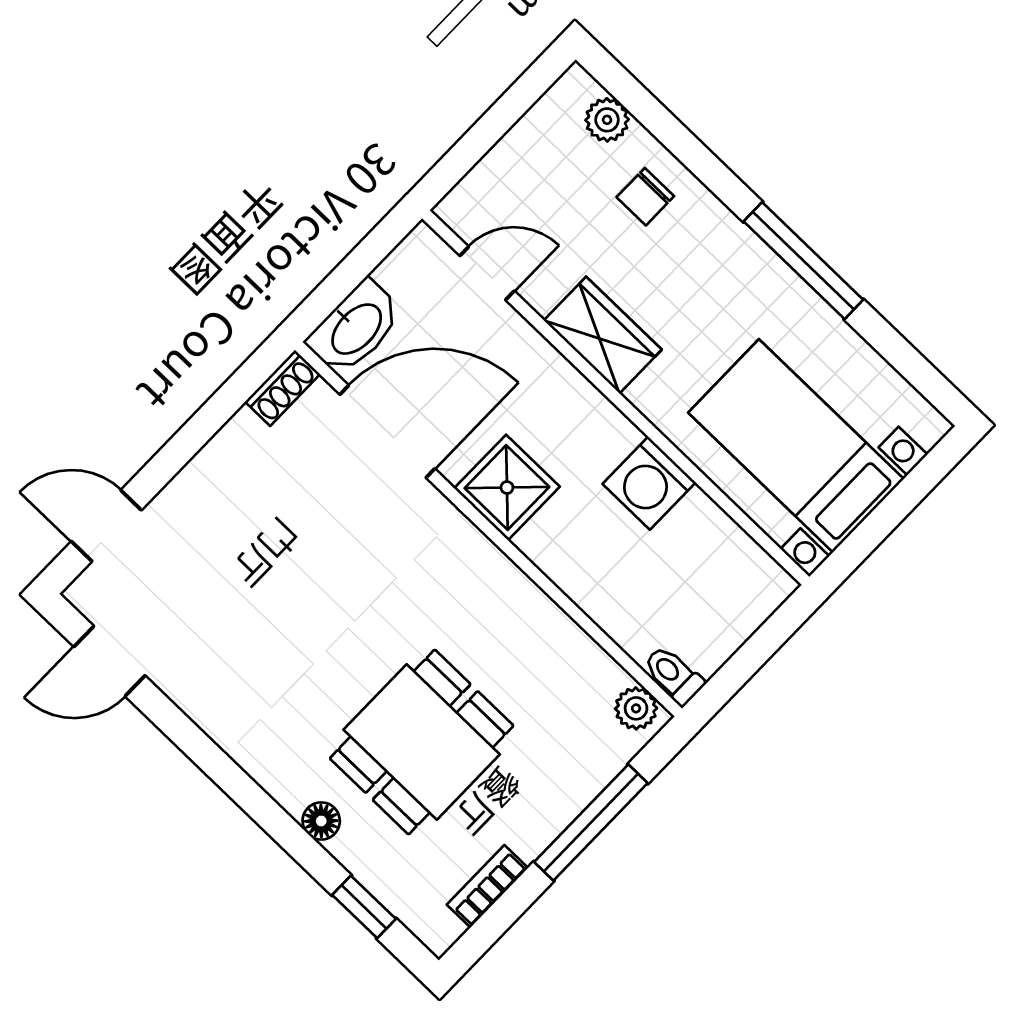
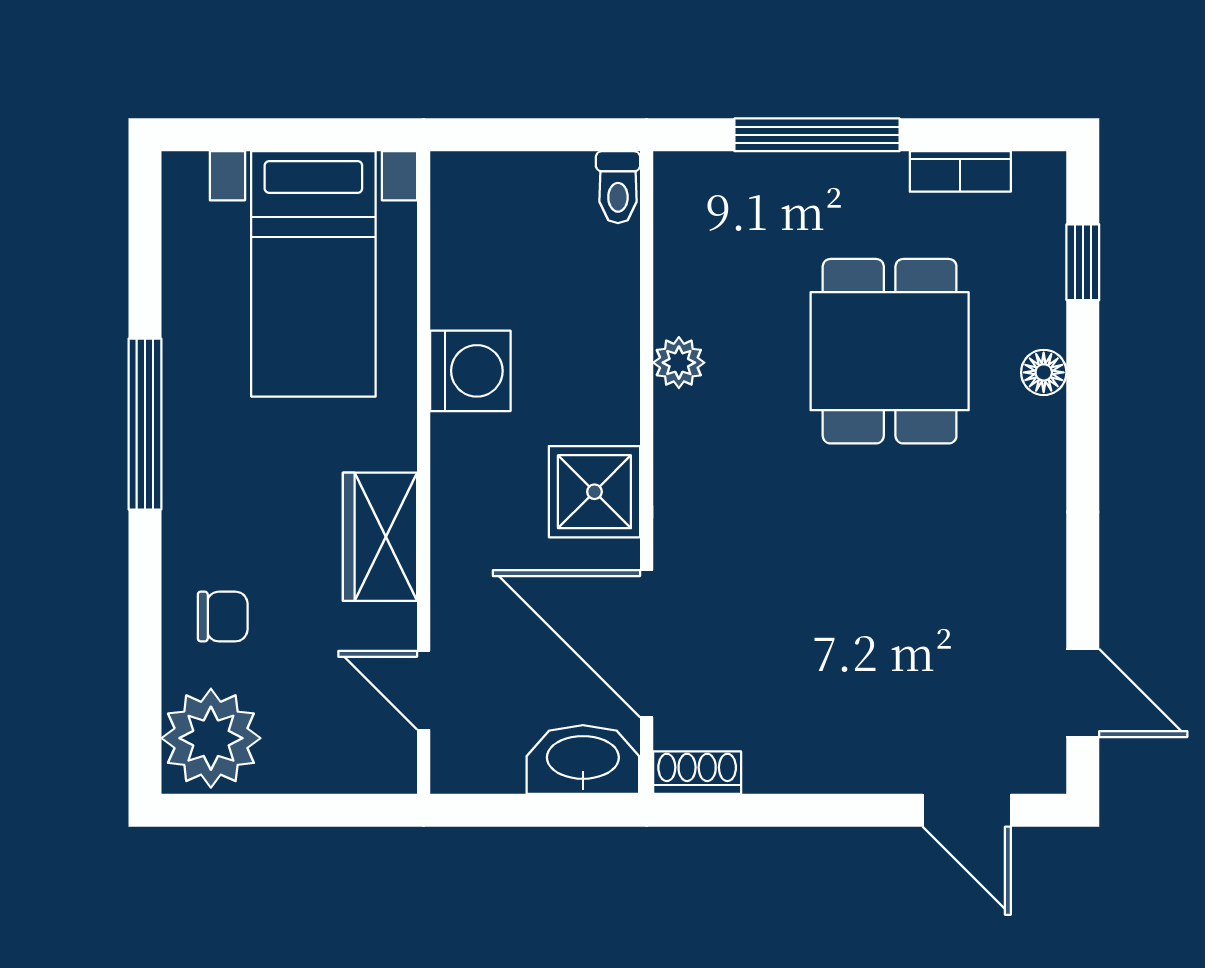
plant: (607, 120) -> (211, 738), width x1.88, depth x1.88
plant: (636, 708) -> (679, 363), moved
dining table: (422, 742) -> (890, 351), turned 90

